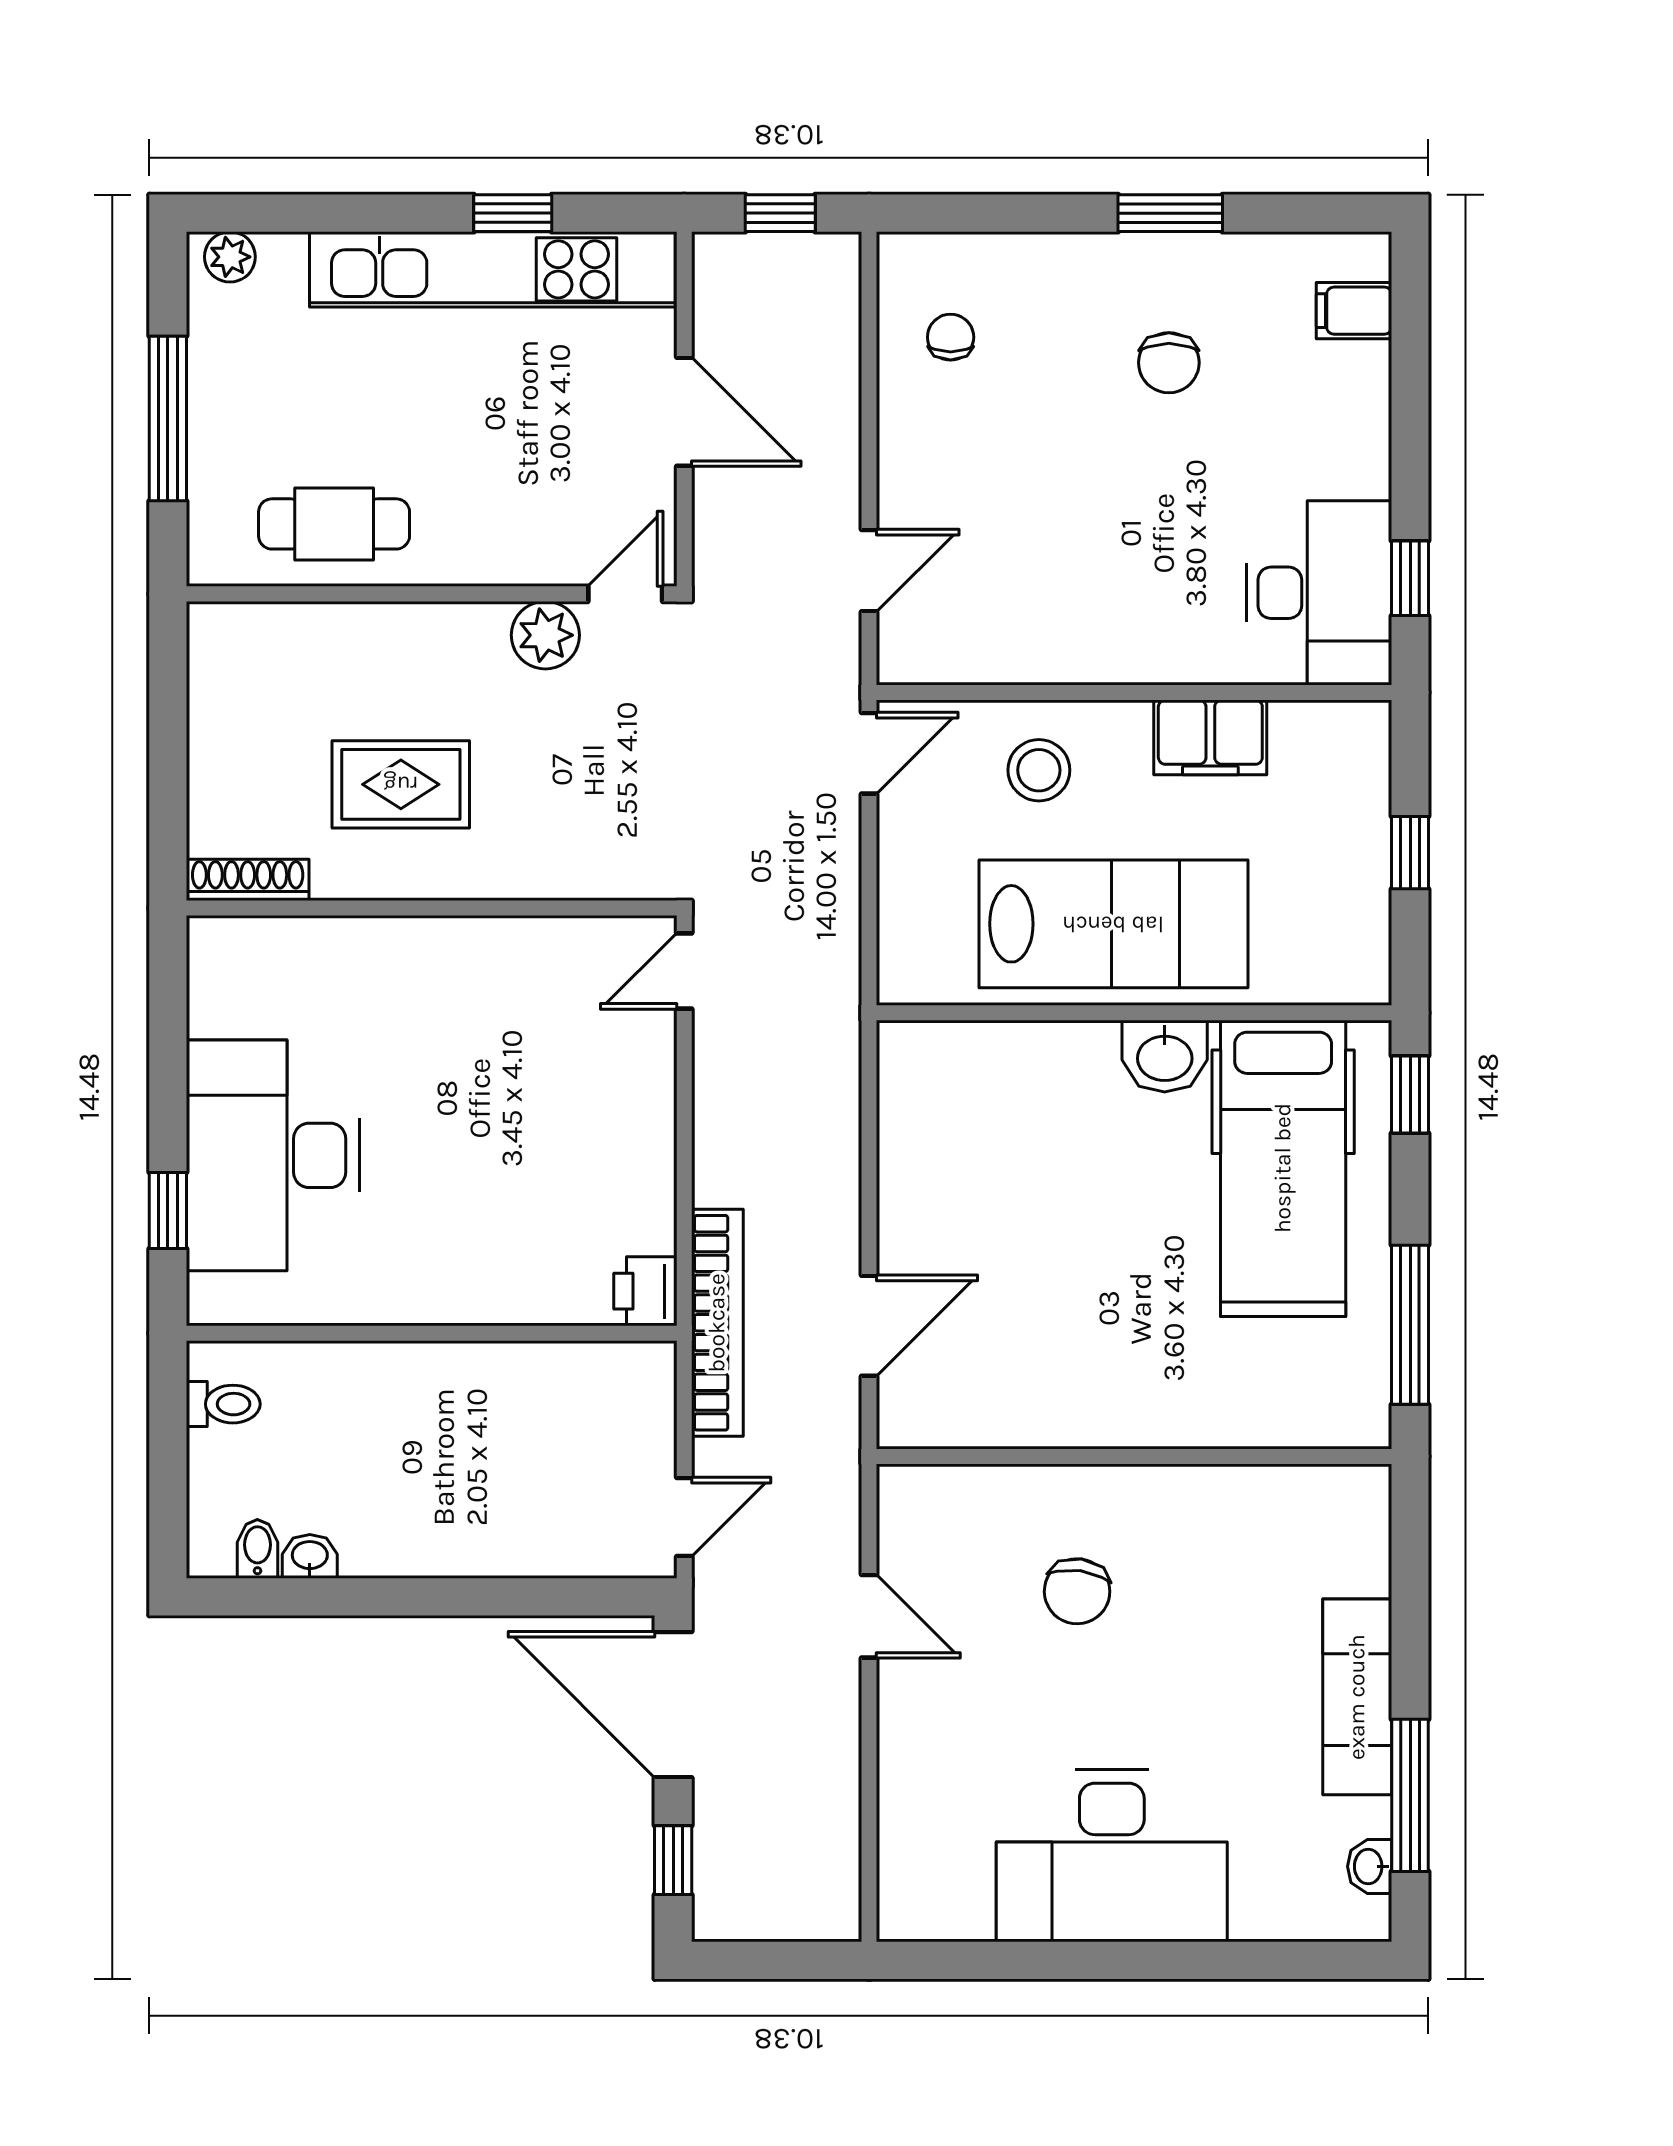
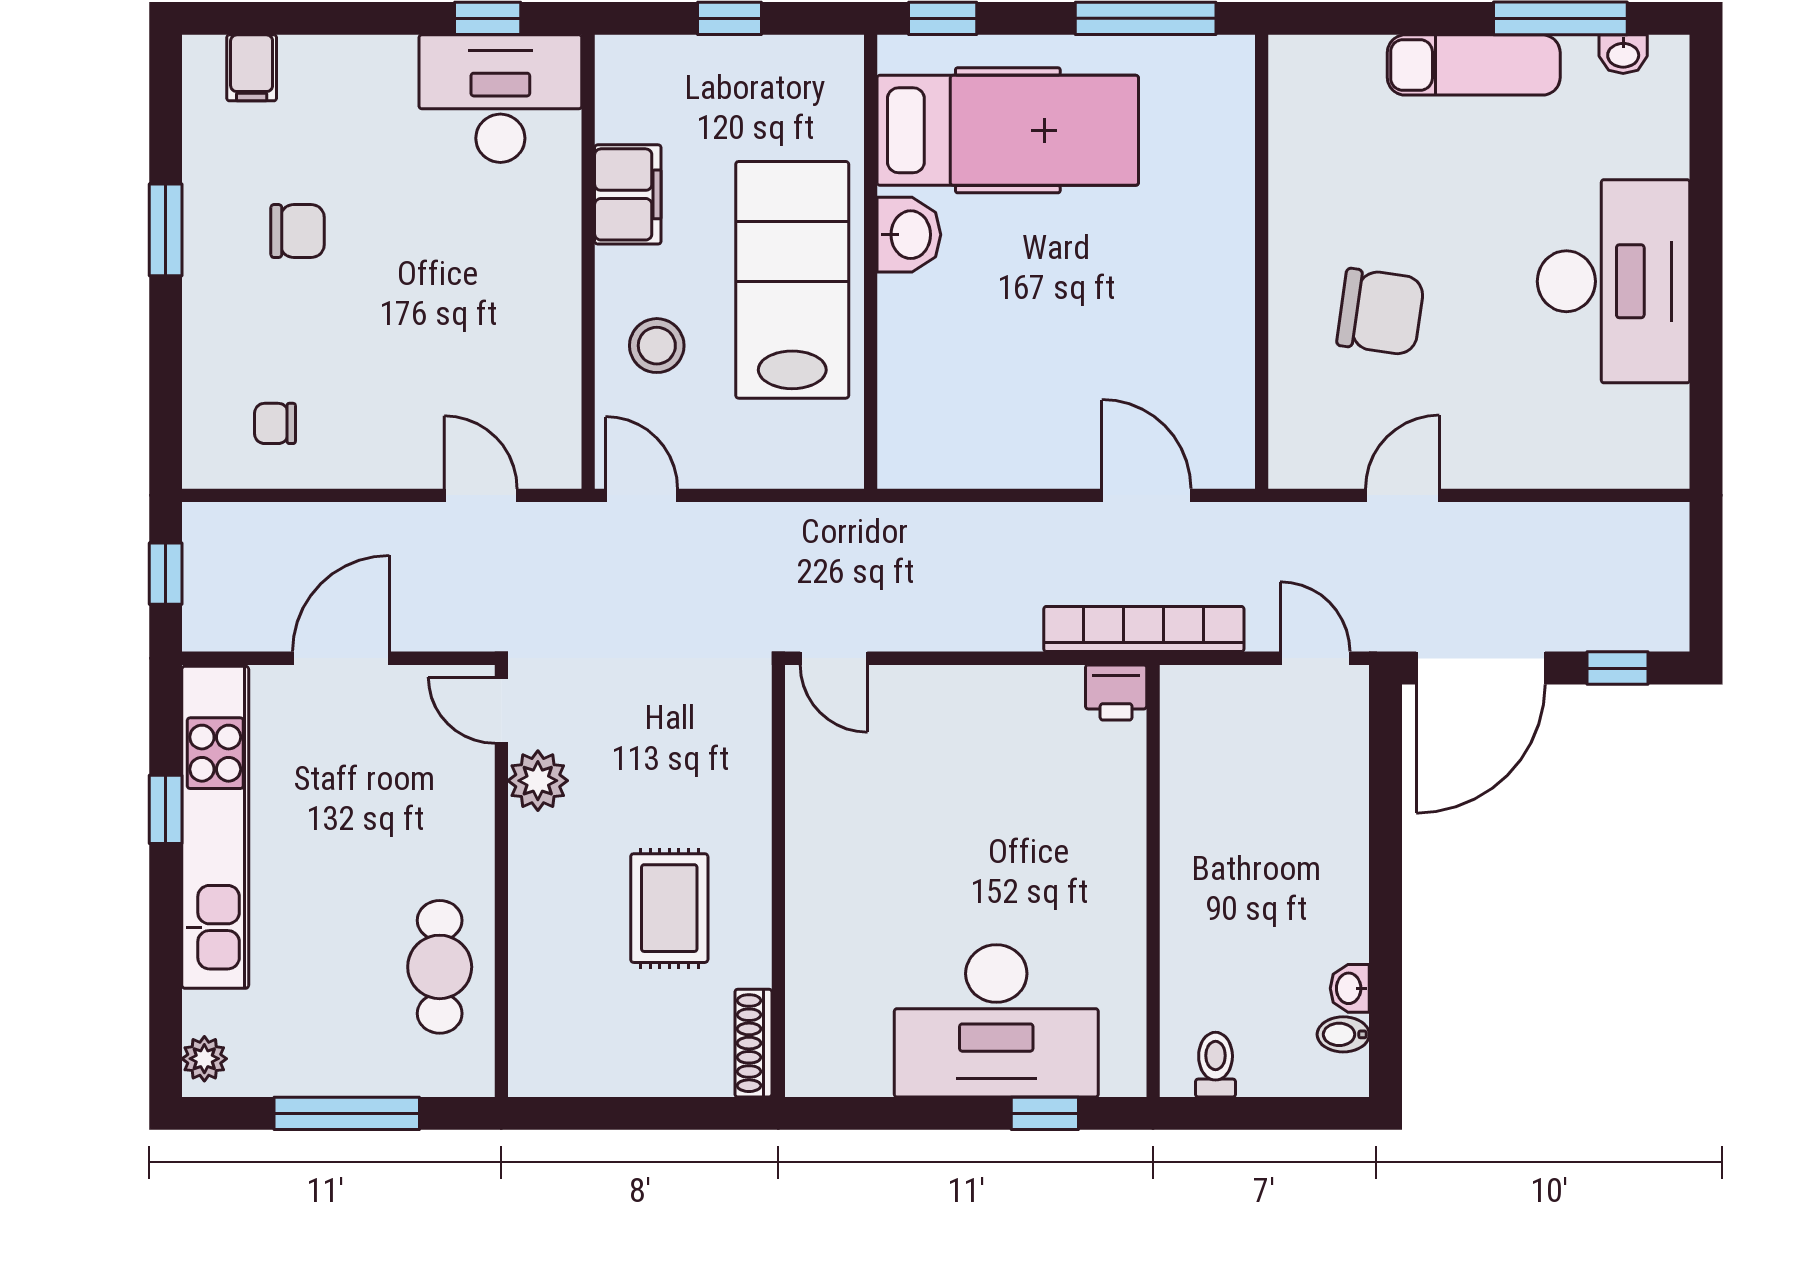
chair: (1077, 1591) -> (1381, 312), width x1.37, depth x1.37

